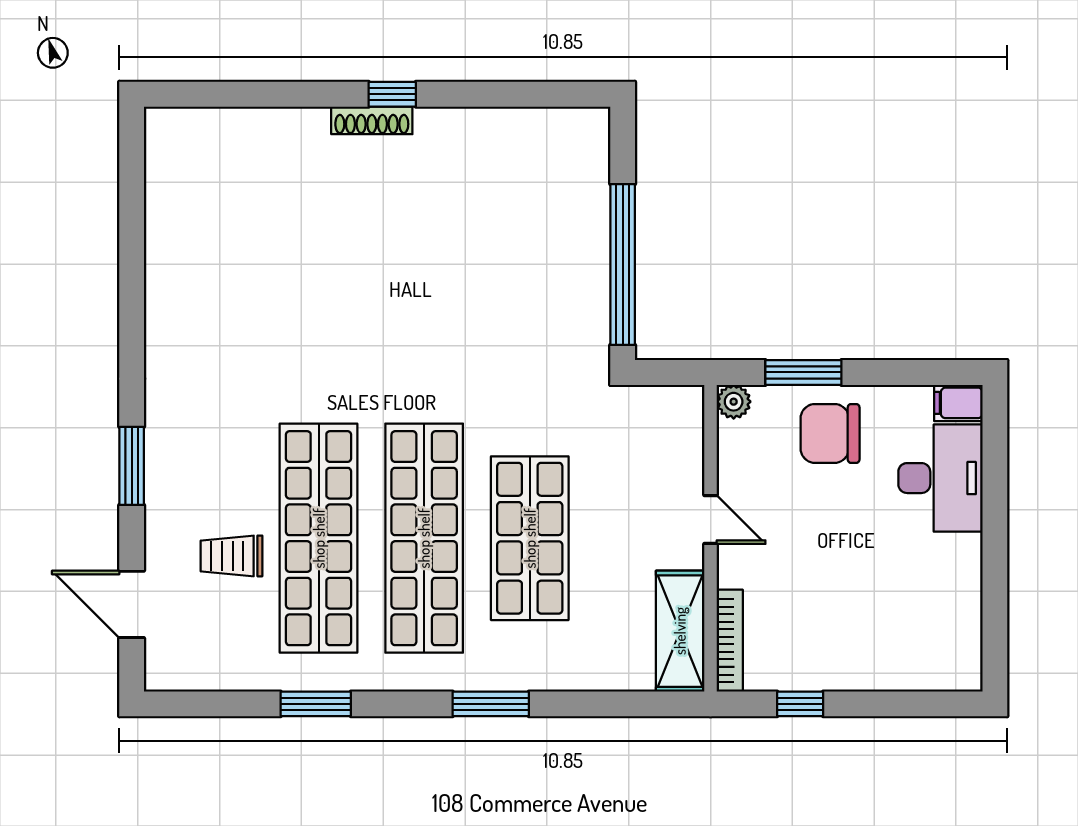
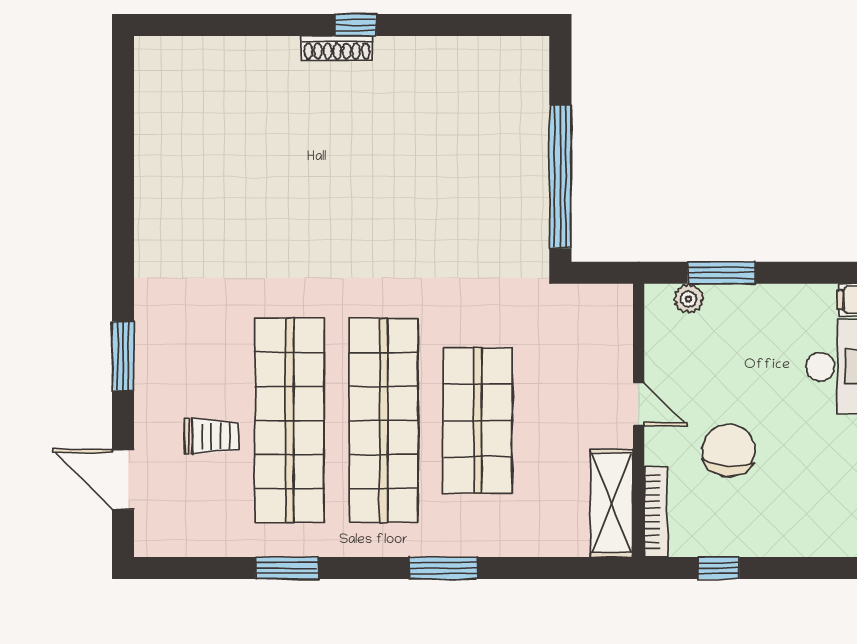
plant: (734, 402) -> (689, 299), moved
chair: (830, 433) -> (729, 450), moved, turned 94
trolley: (232, 556) -> (212, 436), turned 180

